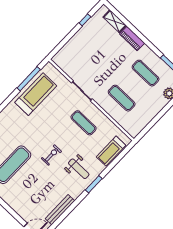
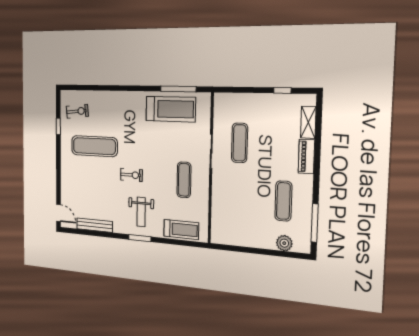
exercise mat: (122, 98) -> (240, 143), moved
treadmill: (111, 151) -> (181, 230), turned 180

